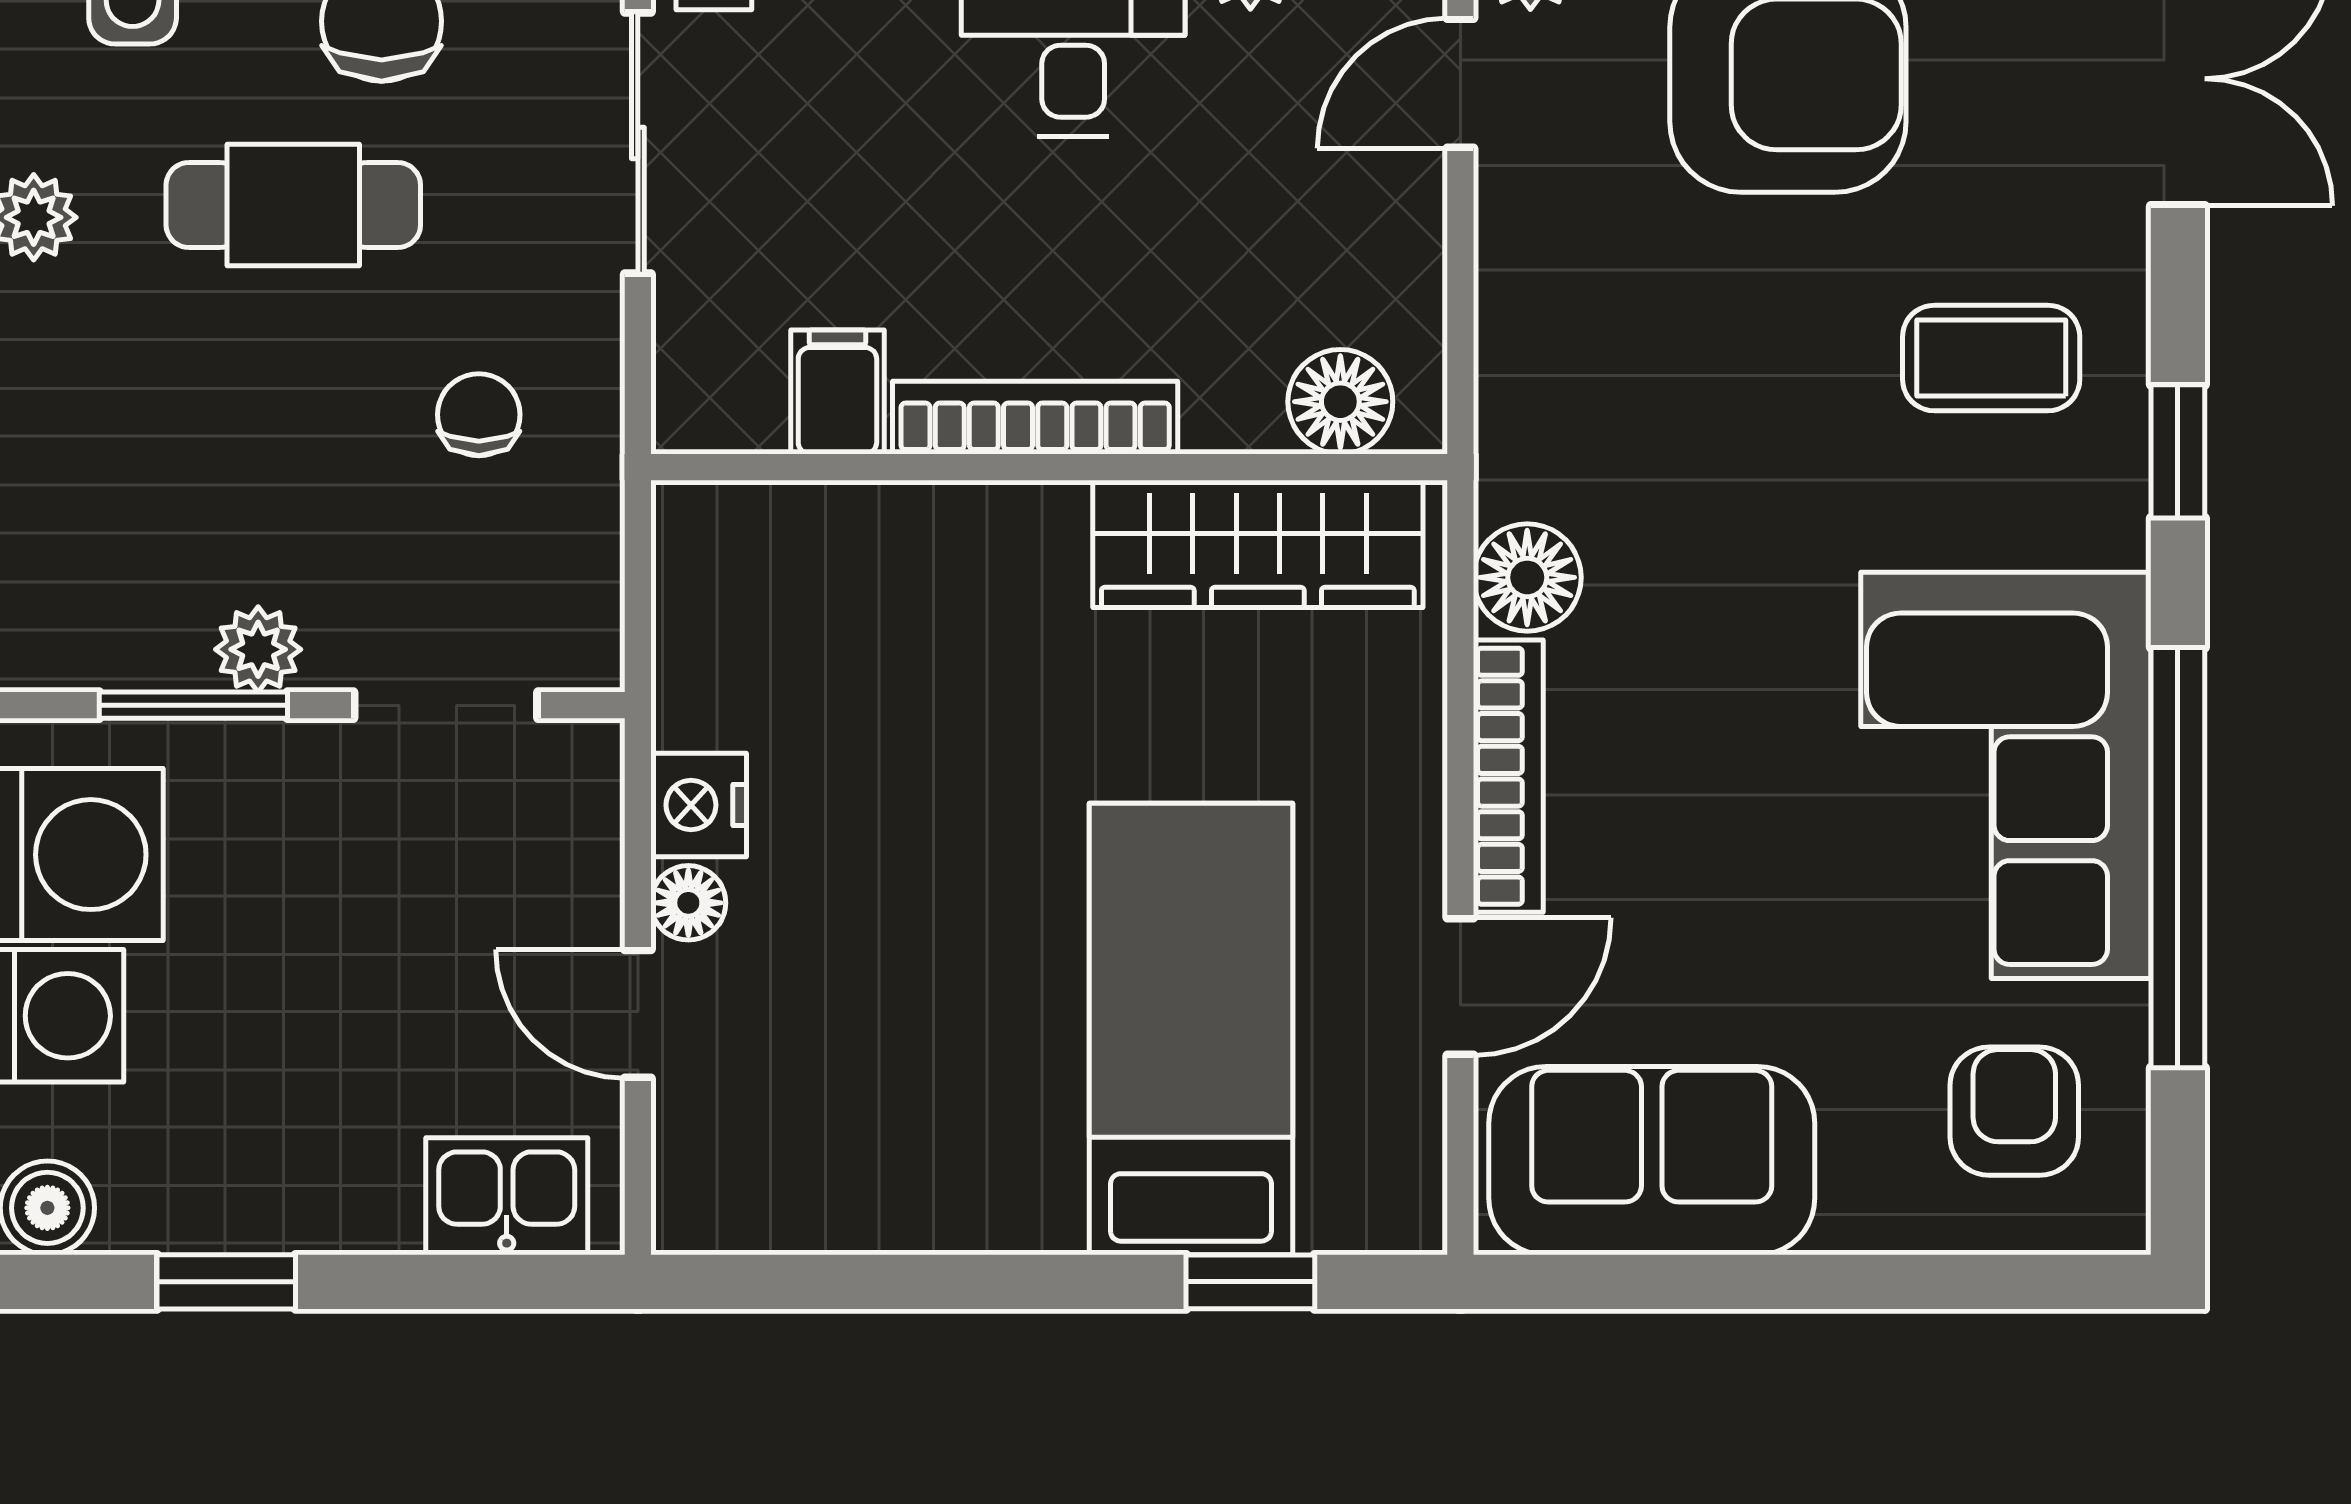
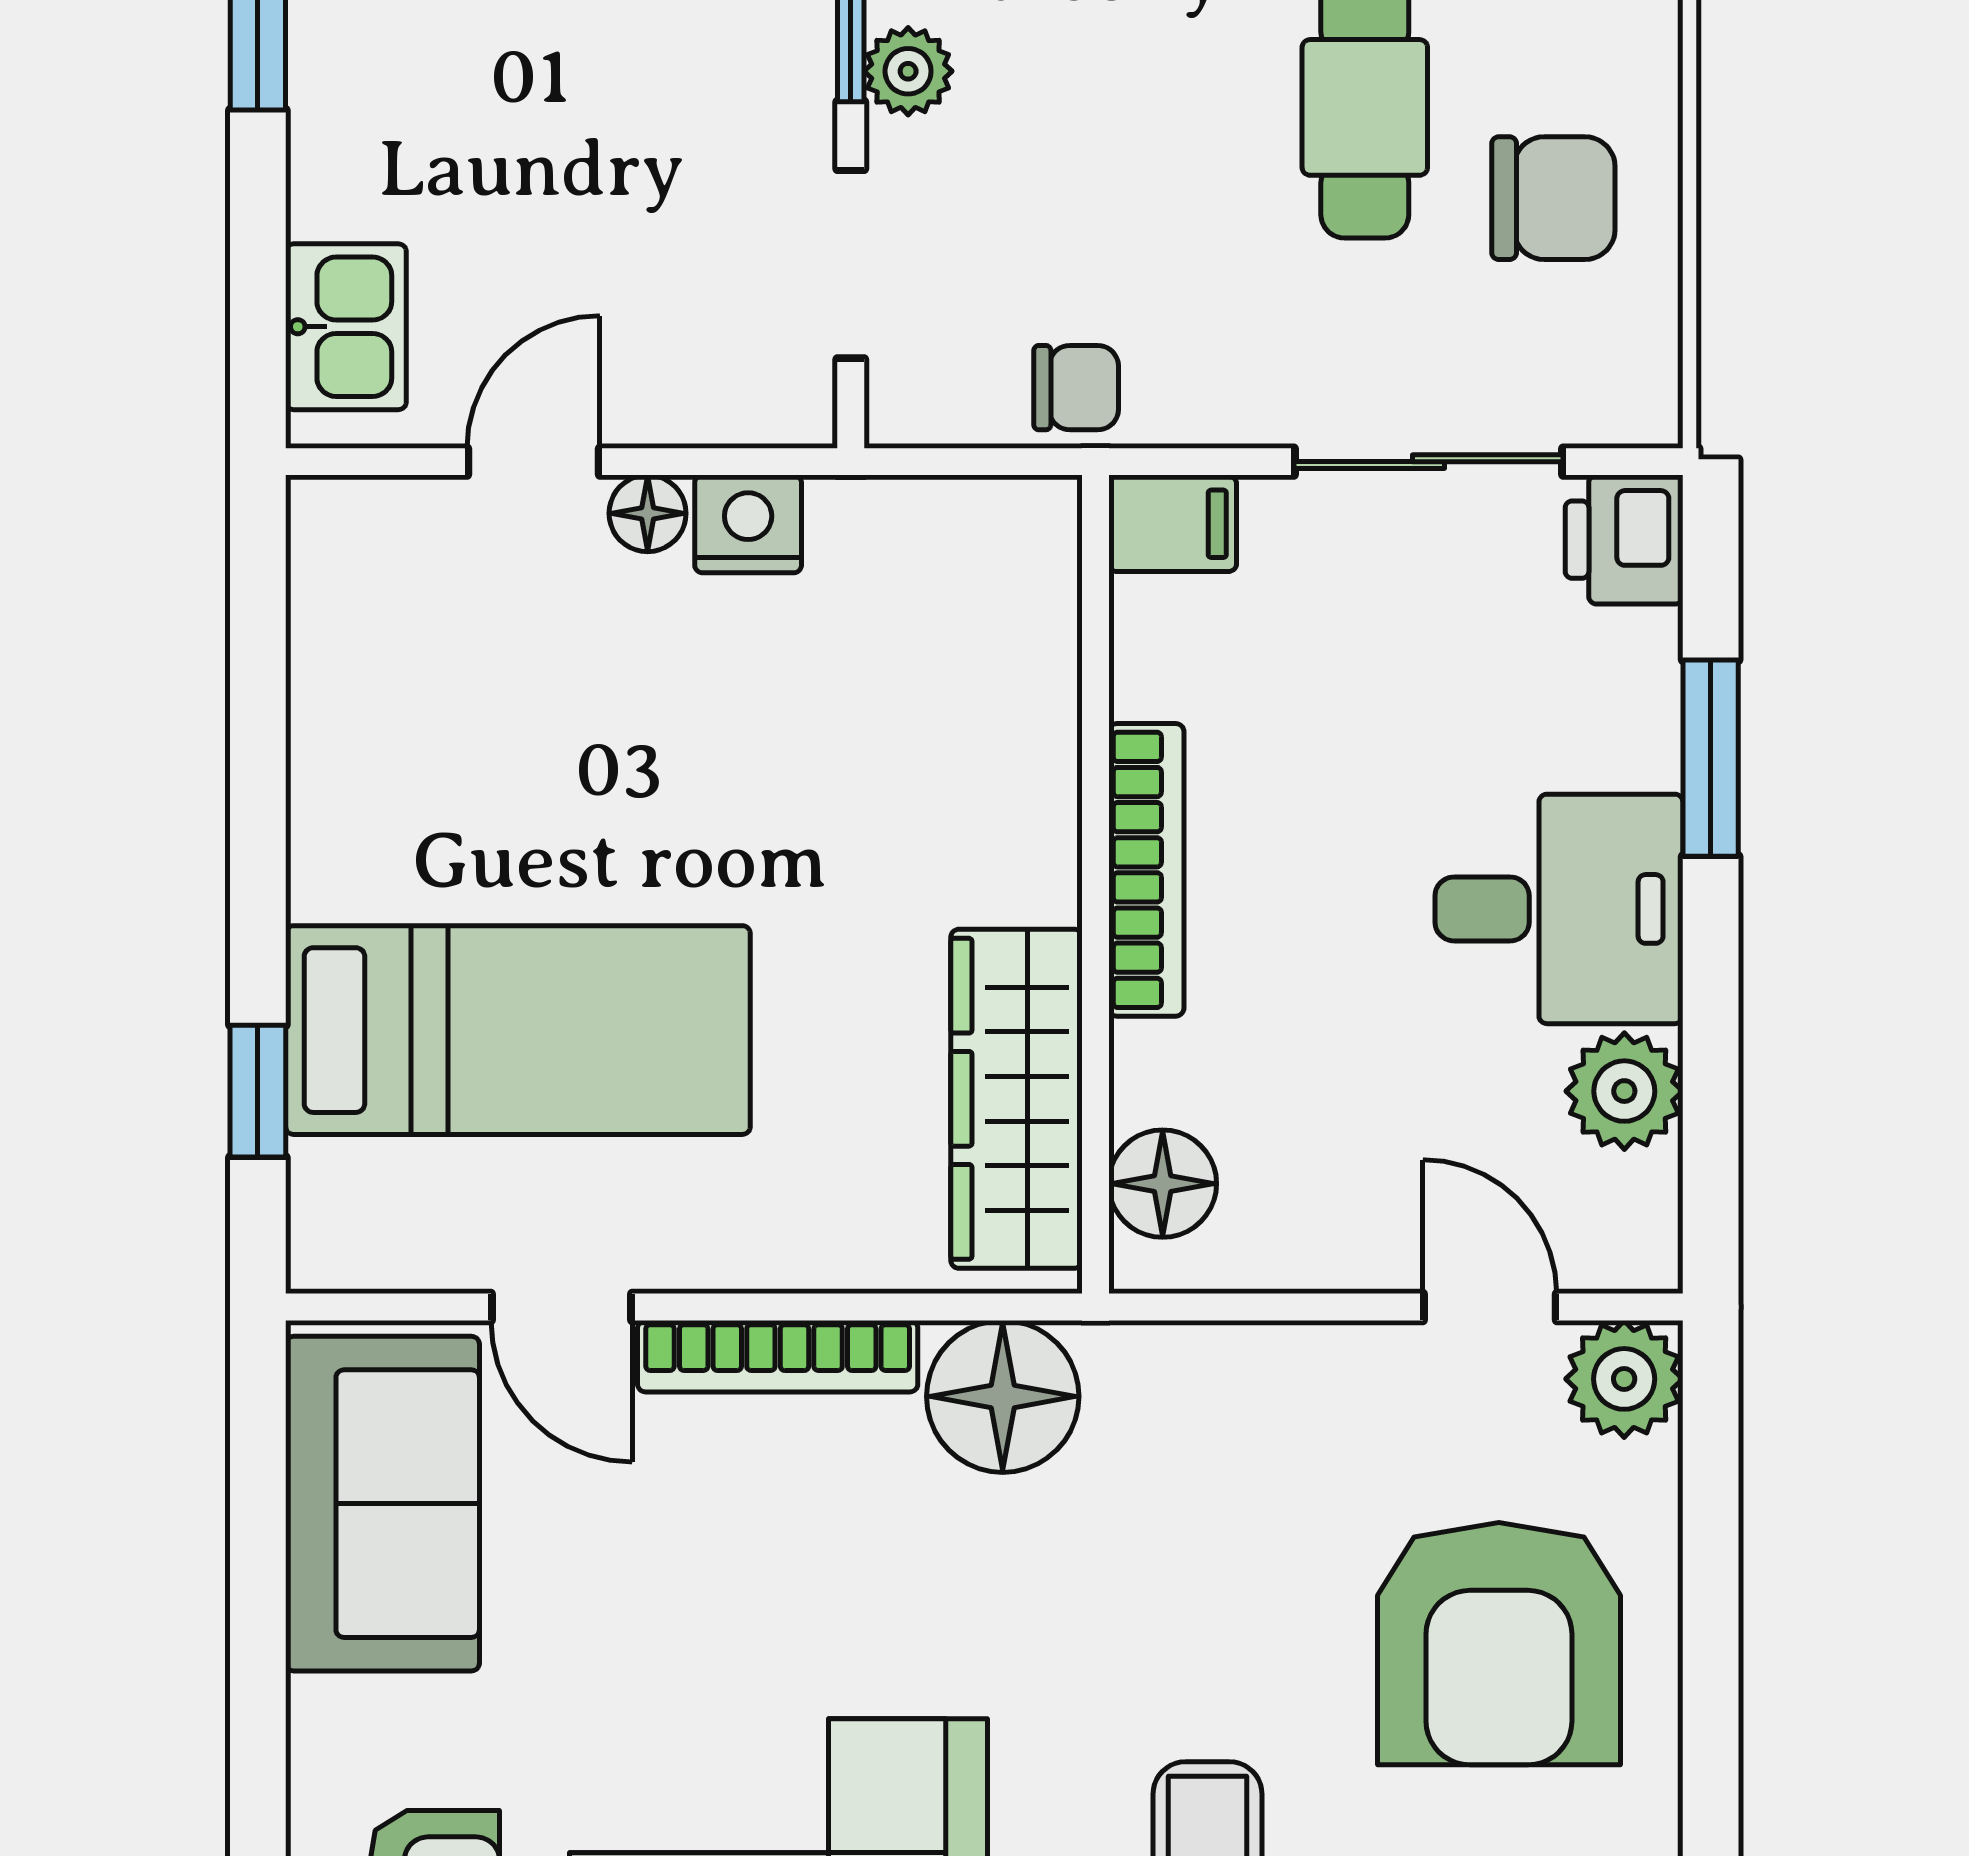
filing cabinet: (837, 392) -> (1173, 524), moved
chair: (479, 415) -> (1076, 388), moved
floor lamp: (1527, 577) -> (1003, 1396), width x1.38, depth x1.38

